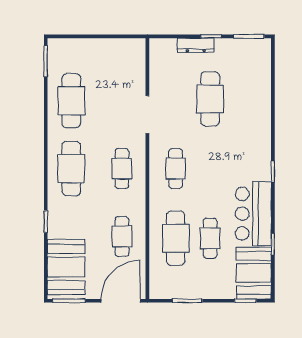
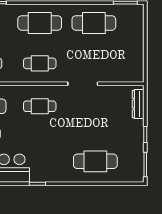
dresser: (196, 45) -> (138, 104), moved
cafe table: (210, 99) -> (95, 161), moved

